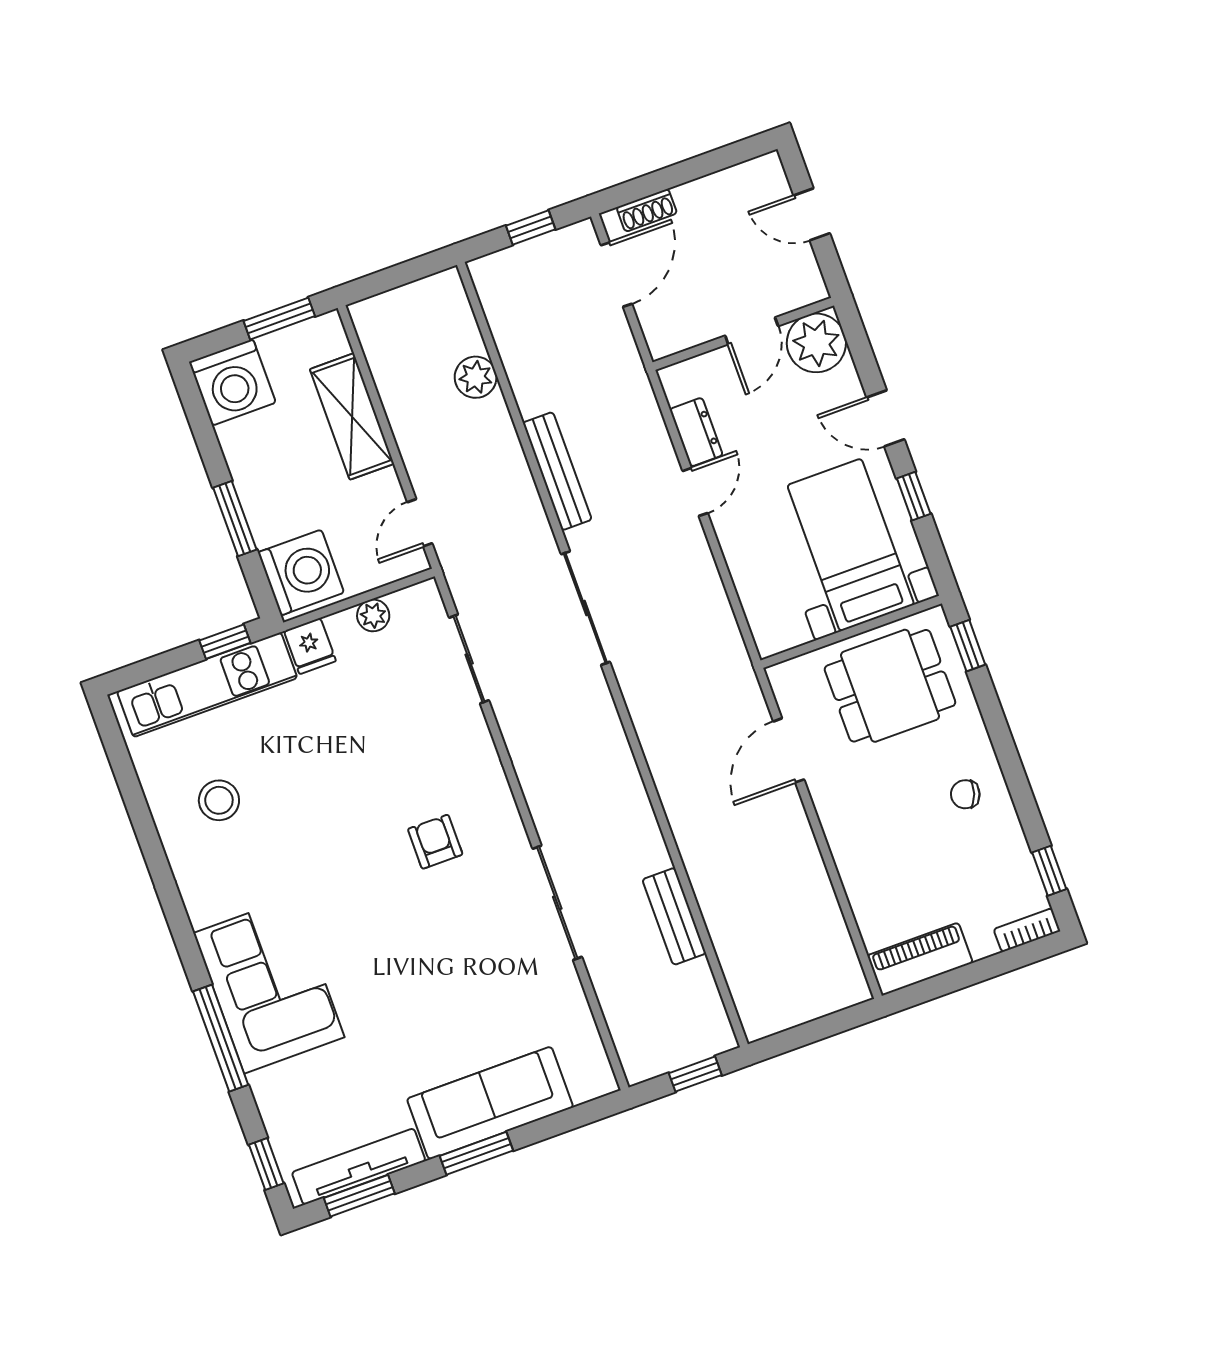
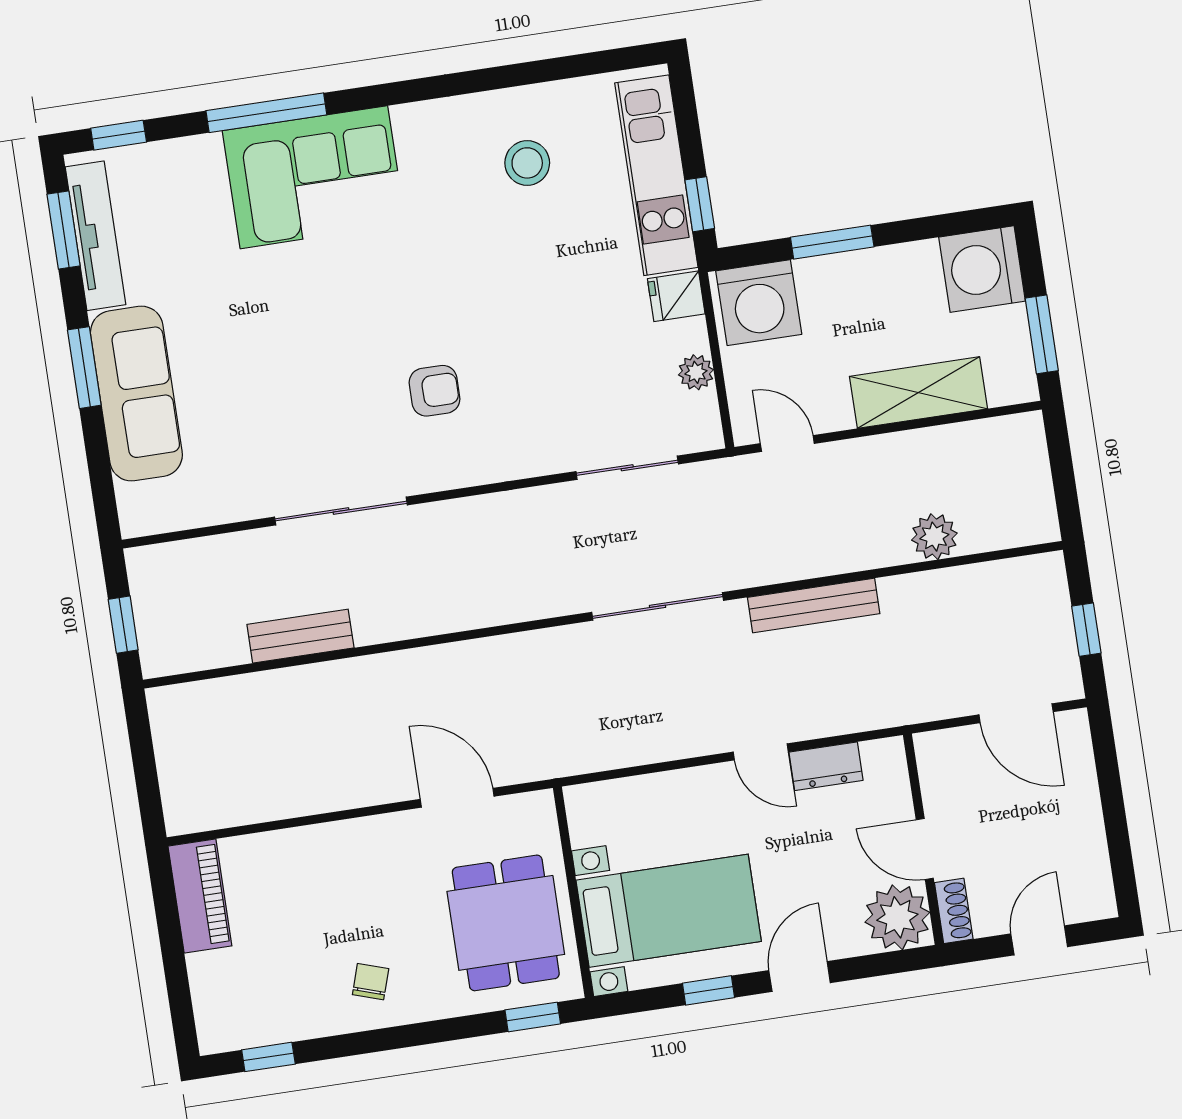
shoe rack: (647, 210) -> (954, 911), moved, turned 180
bookcase: (1027, 930) -> (208, 1020), removed

